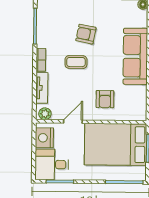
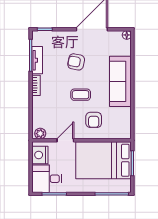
coffee table: (76, 62) -> (81, 95), moved
tv unit: (42, 88) -> (37, 60), moved

